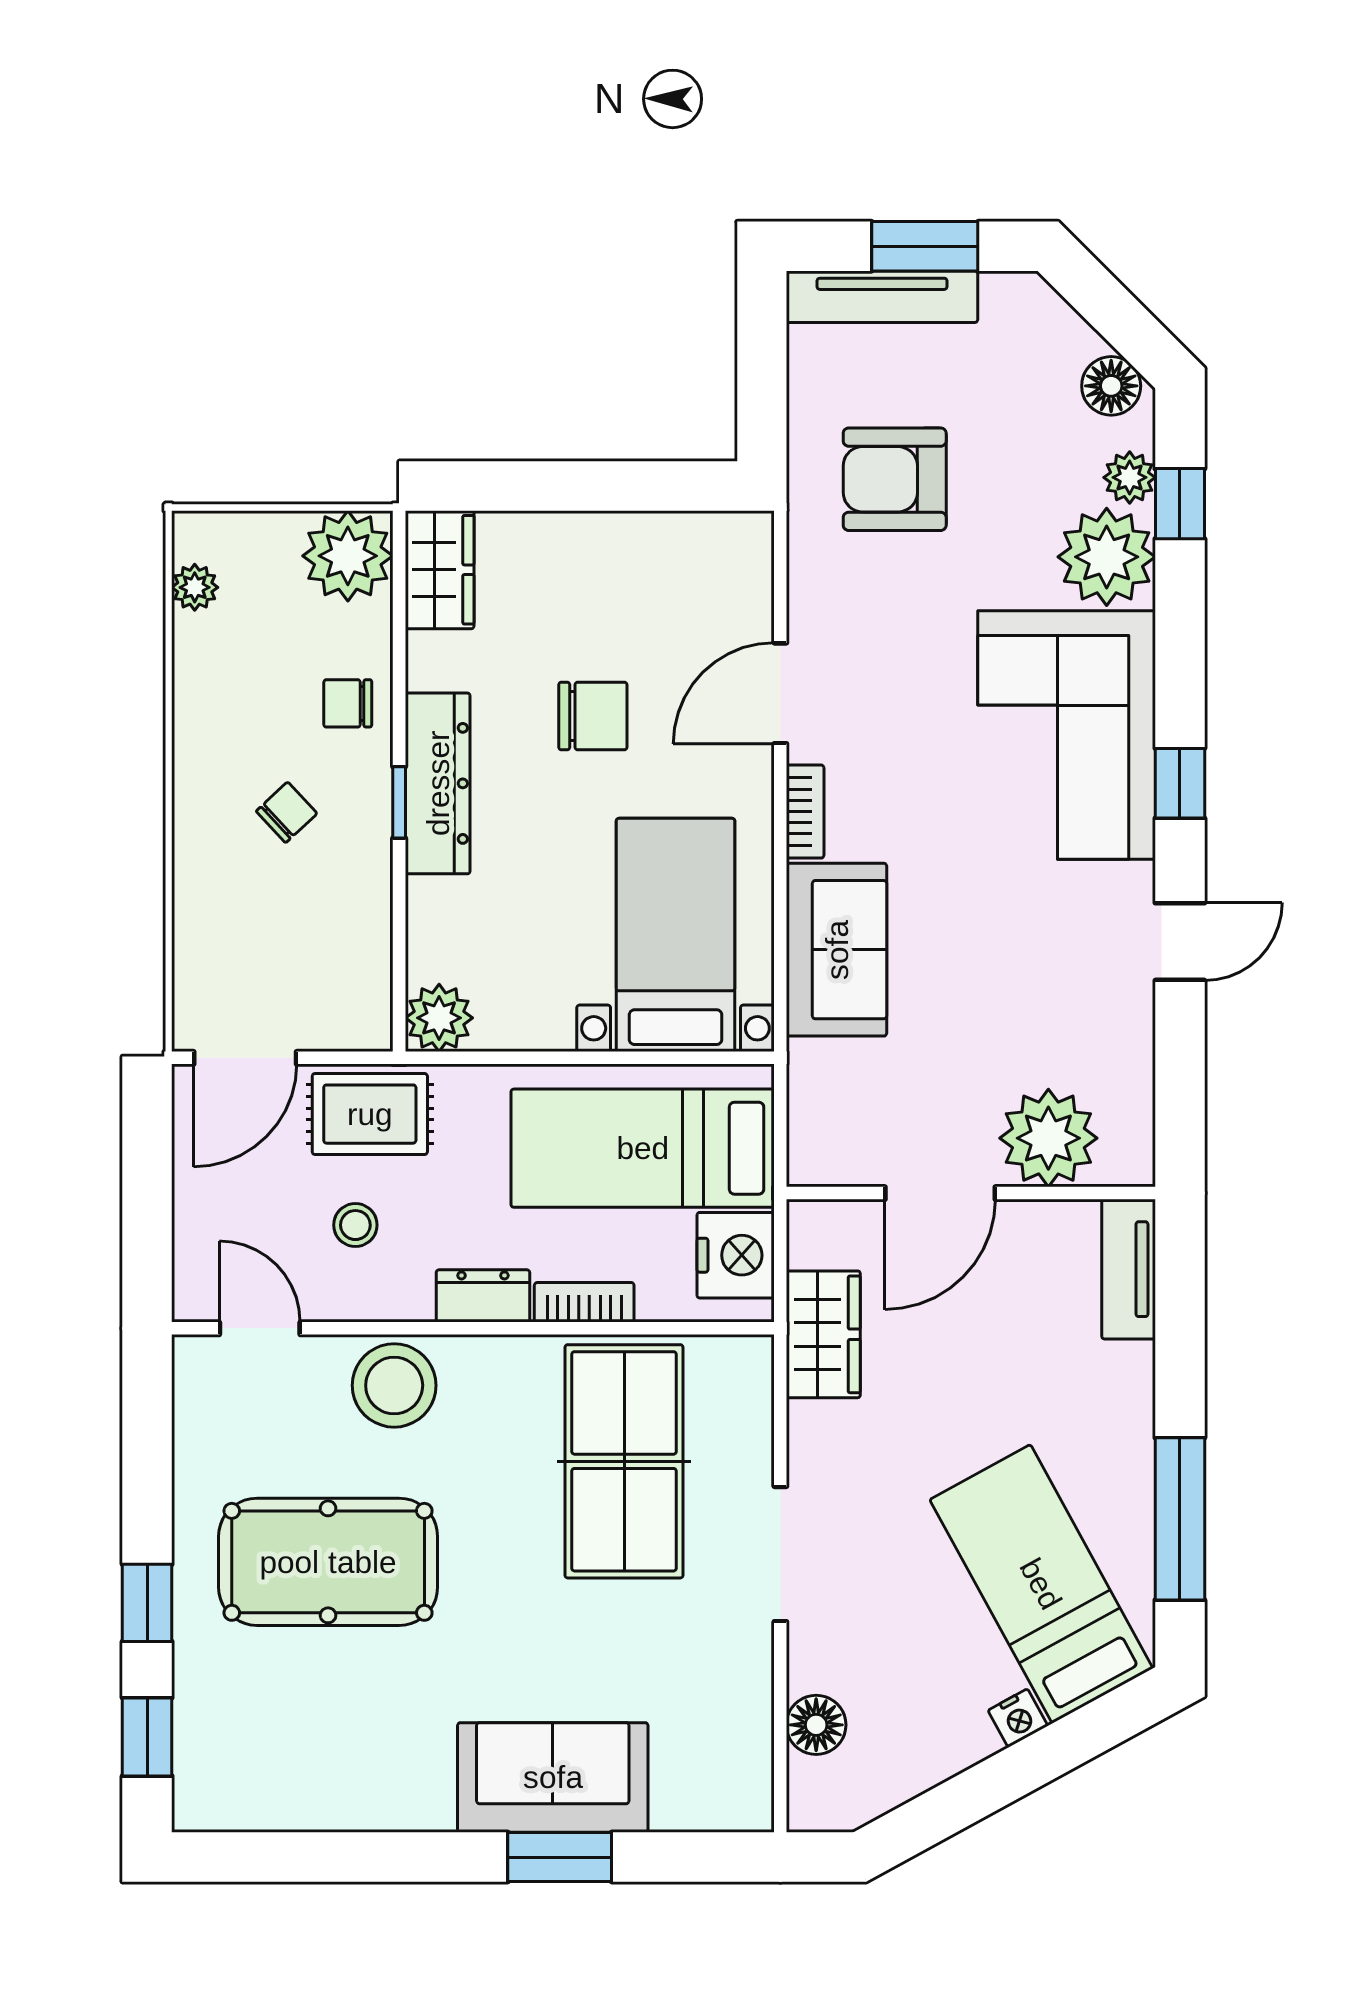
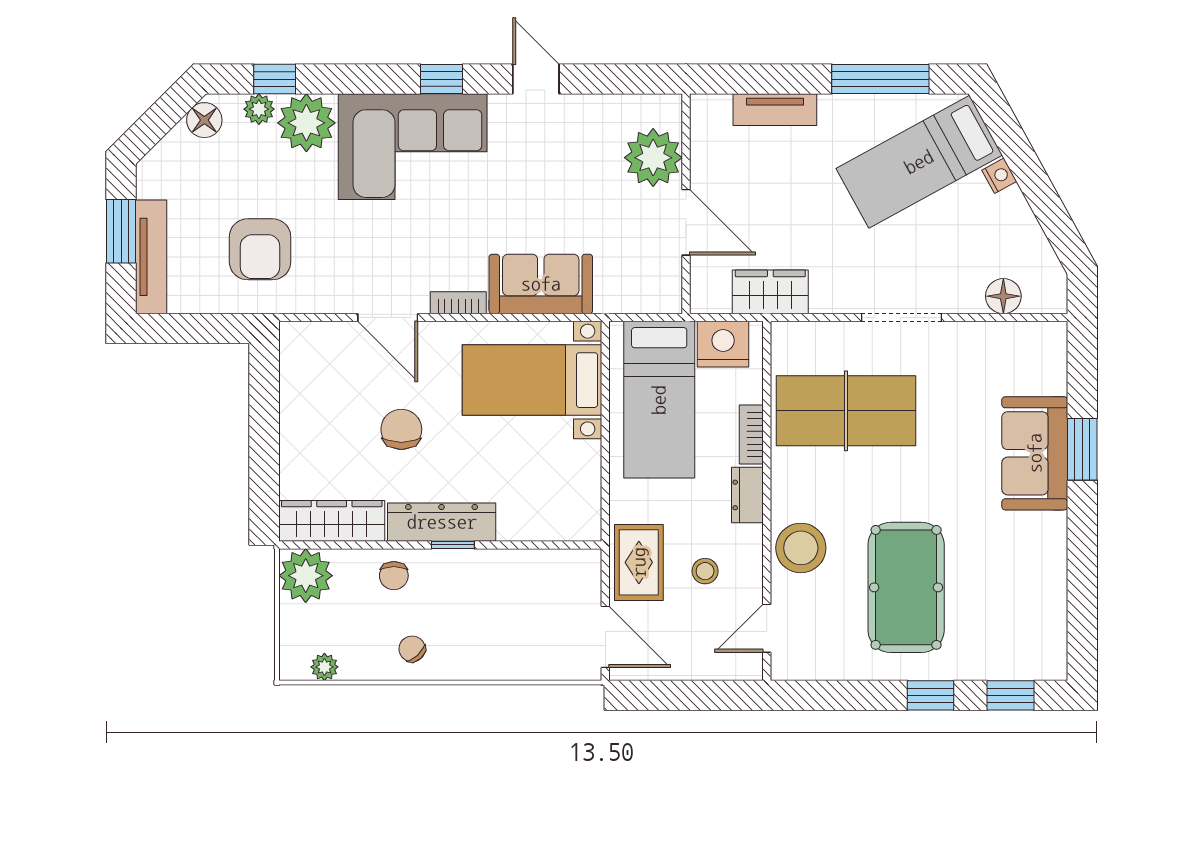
wardrobe: (440, 570) -> (332, 521), width x1.50
chair: (287, 812) -> (412, 649), moved
plant: (439, 1018) -> (581, 521), removed
tv unit: (1129, 1269) -> (775, 110), moved

